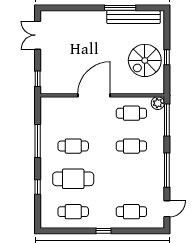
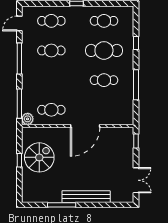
bench: (133, 17) -> (86, 197), moved
cafe table: (131, 146) -> (51, 50), moved

